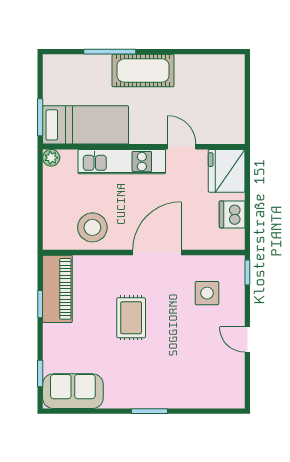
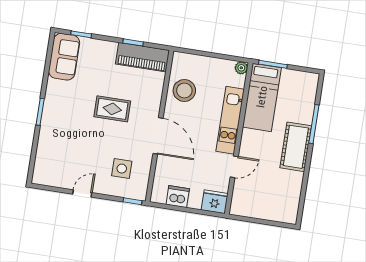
fridge: (227, 171) -> (215, 202), width x0.73, depth x0.75

